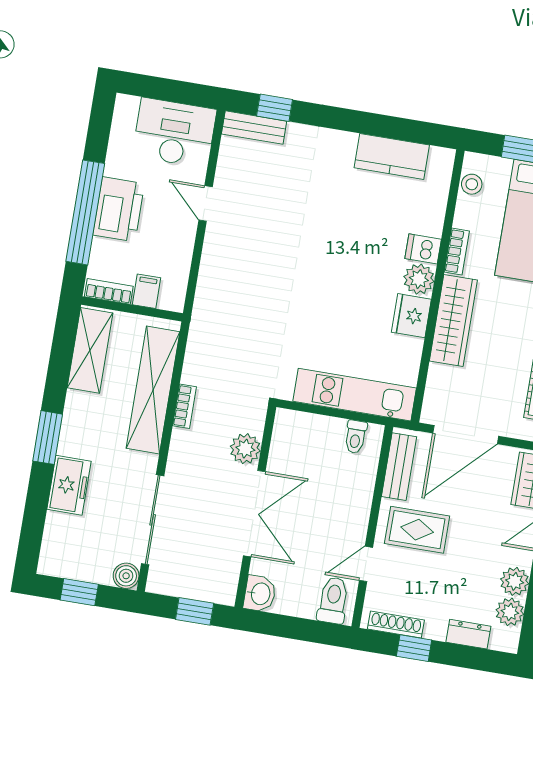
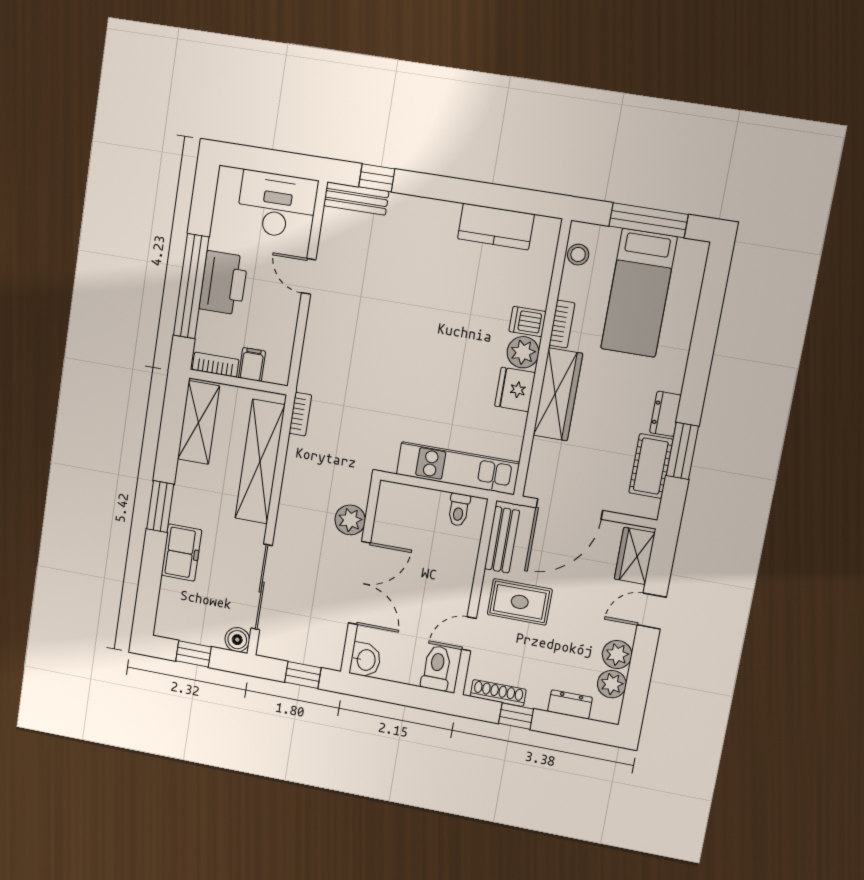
bookcase: (184, 406) -> (300, 414), moved

